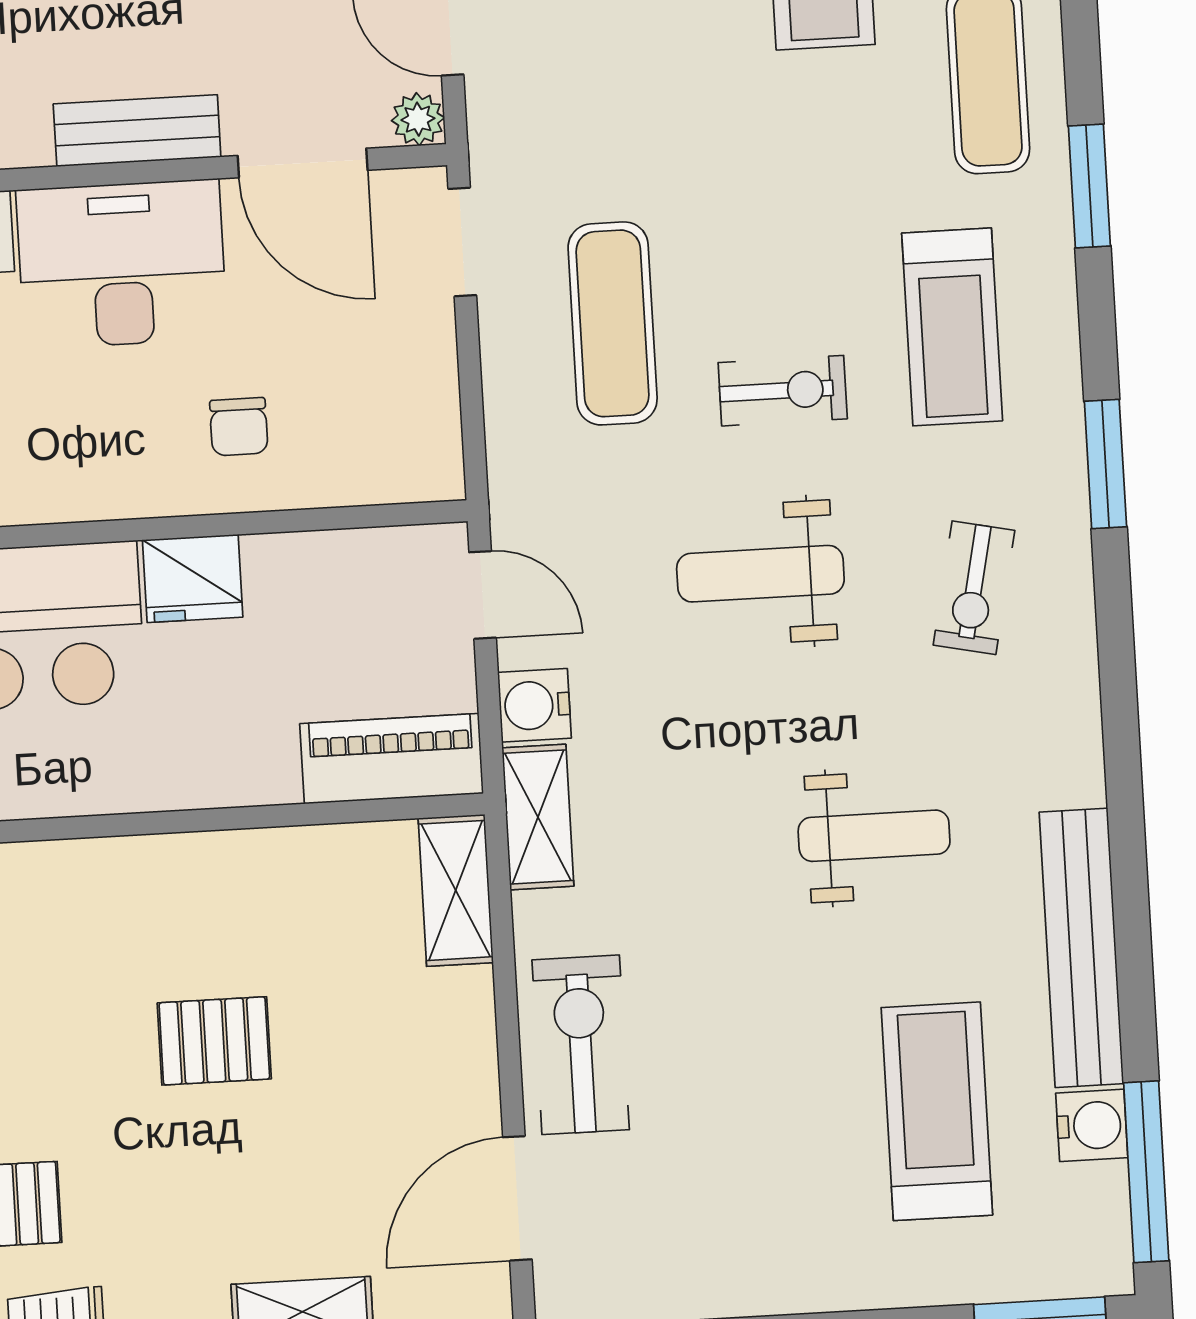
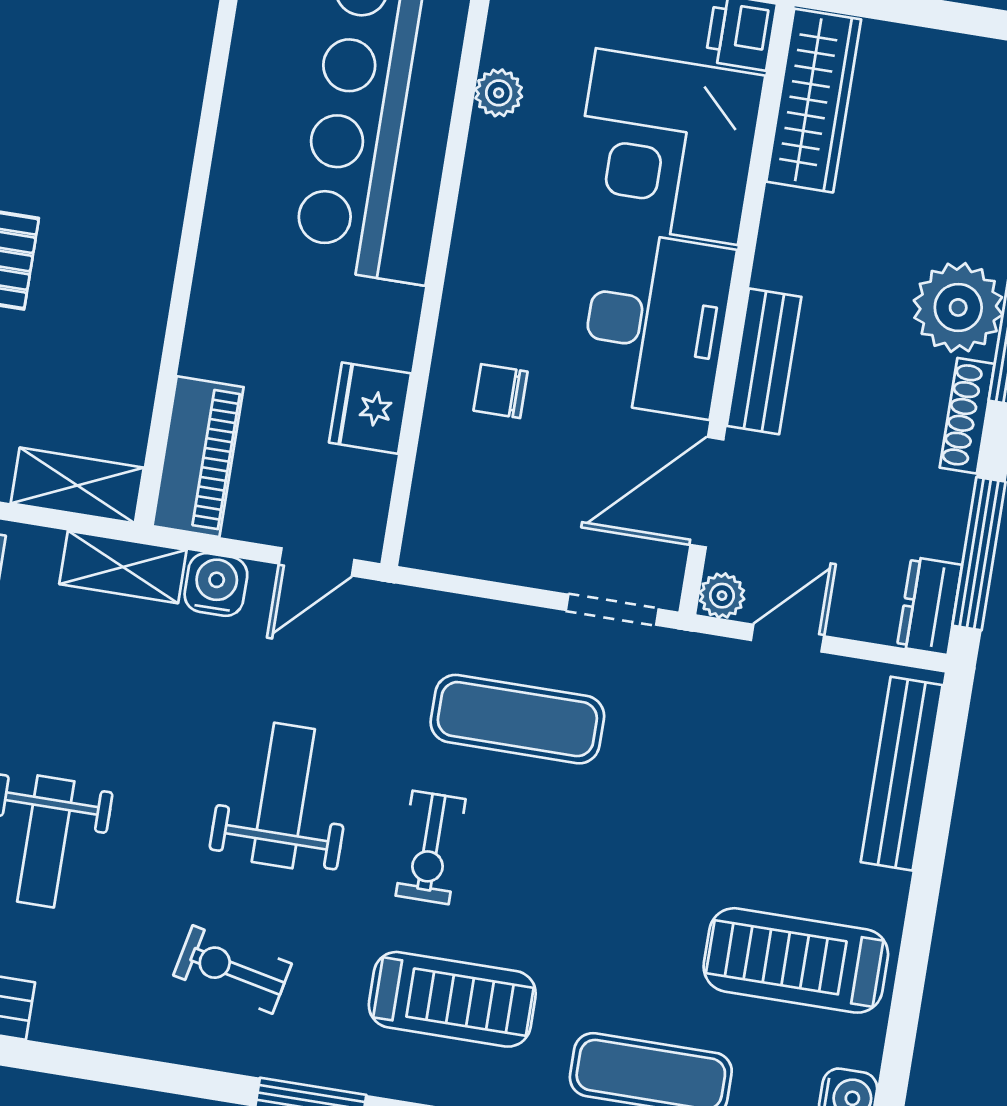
treadmill: (952, 327) -> (452, 999), turned 180
fridge: (193, 578) -> (370, 408), moved

